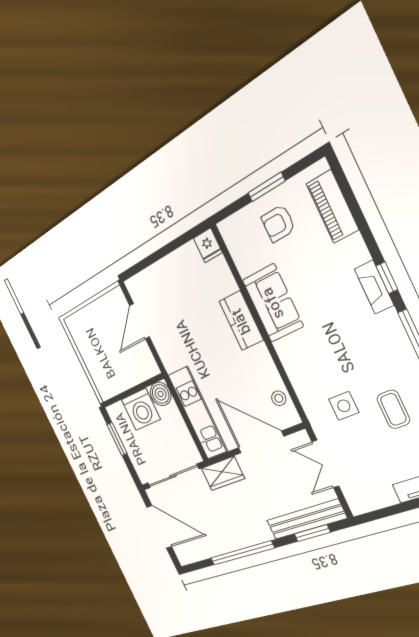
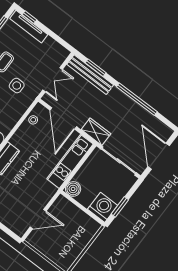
washing machine: (141, 409) -> (103, 207), moved

